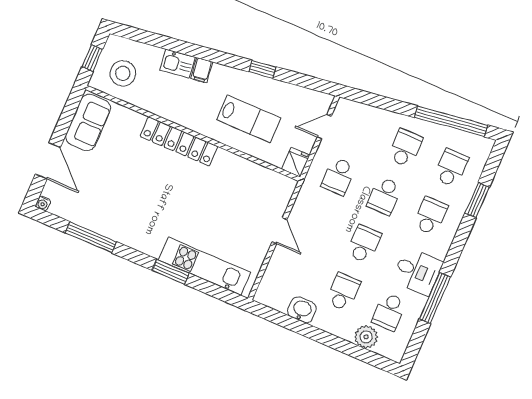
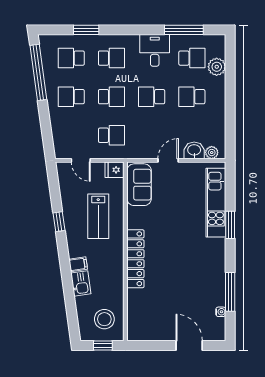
lab bench: (249, 119) -> (98, 216), turned 180
sofa: (88, 122) -> (139, 185), moved, turned 90
door: (48, 161) -> (189, 346), hinge flipped
water cooler: (43, 203) -> (221, 312), moved
school desk: (430, 216) -> (111, 58), turned 180
plant: (266, 287) -> (212, 153), added
window: (435, 298) -> (184, 30), moved
washbasin: (302, 310) -> (194, 150), moved, turned 90

